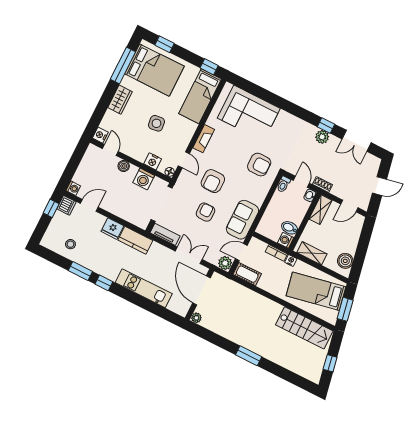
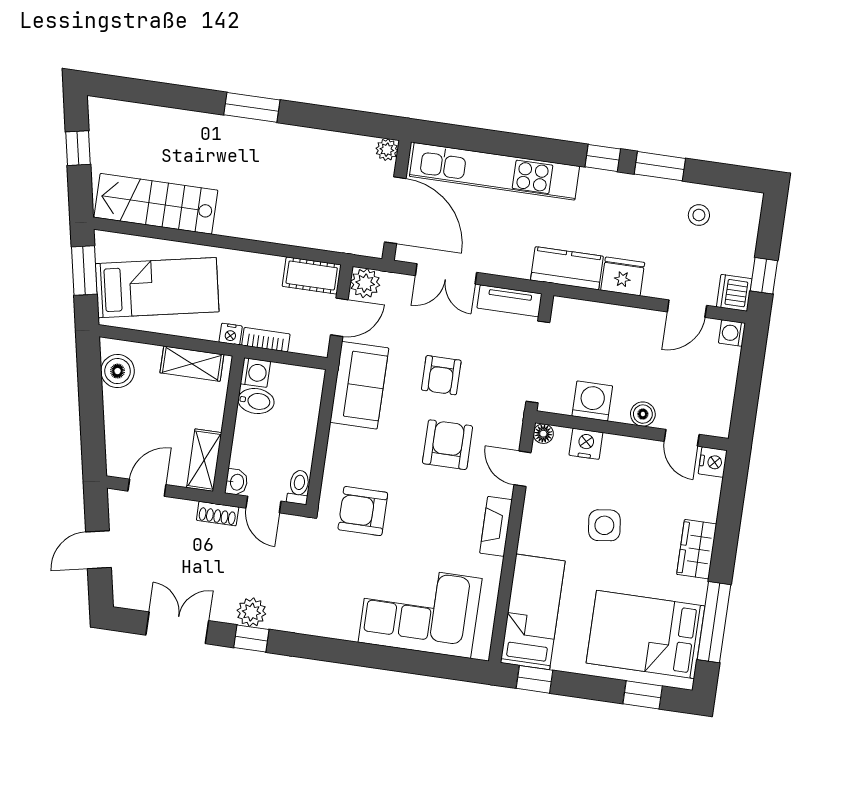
kitchen unit: (144, 288) -> (494, 171), width x1.36

